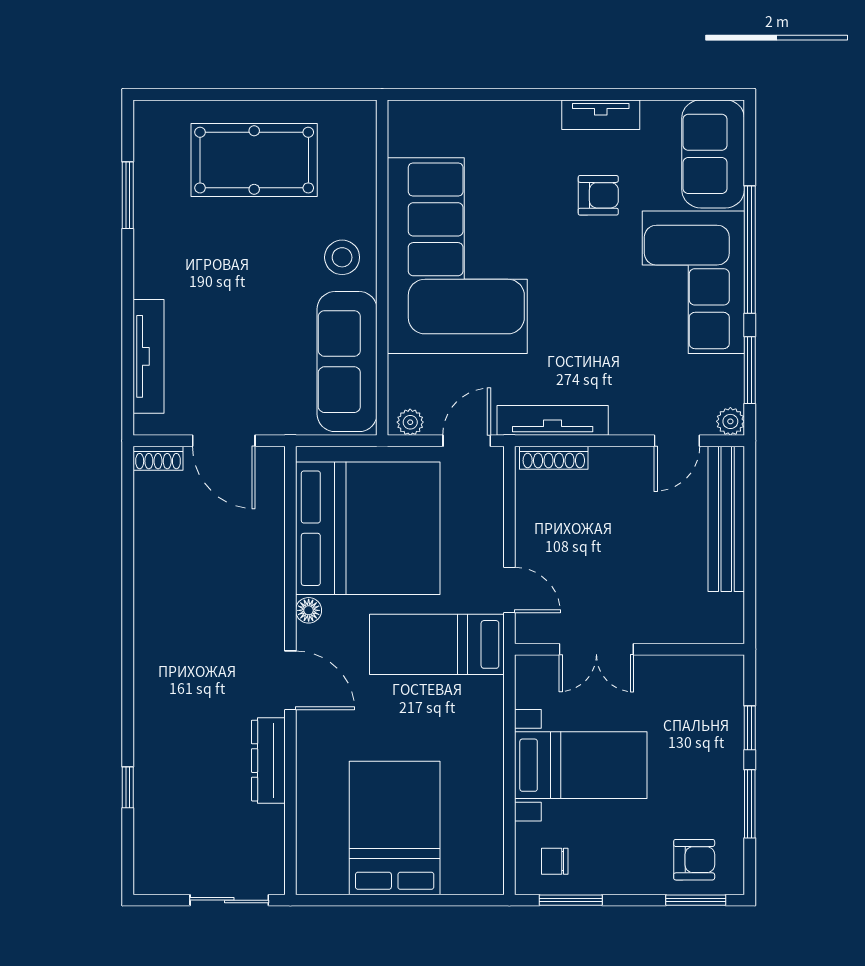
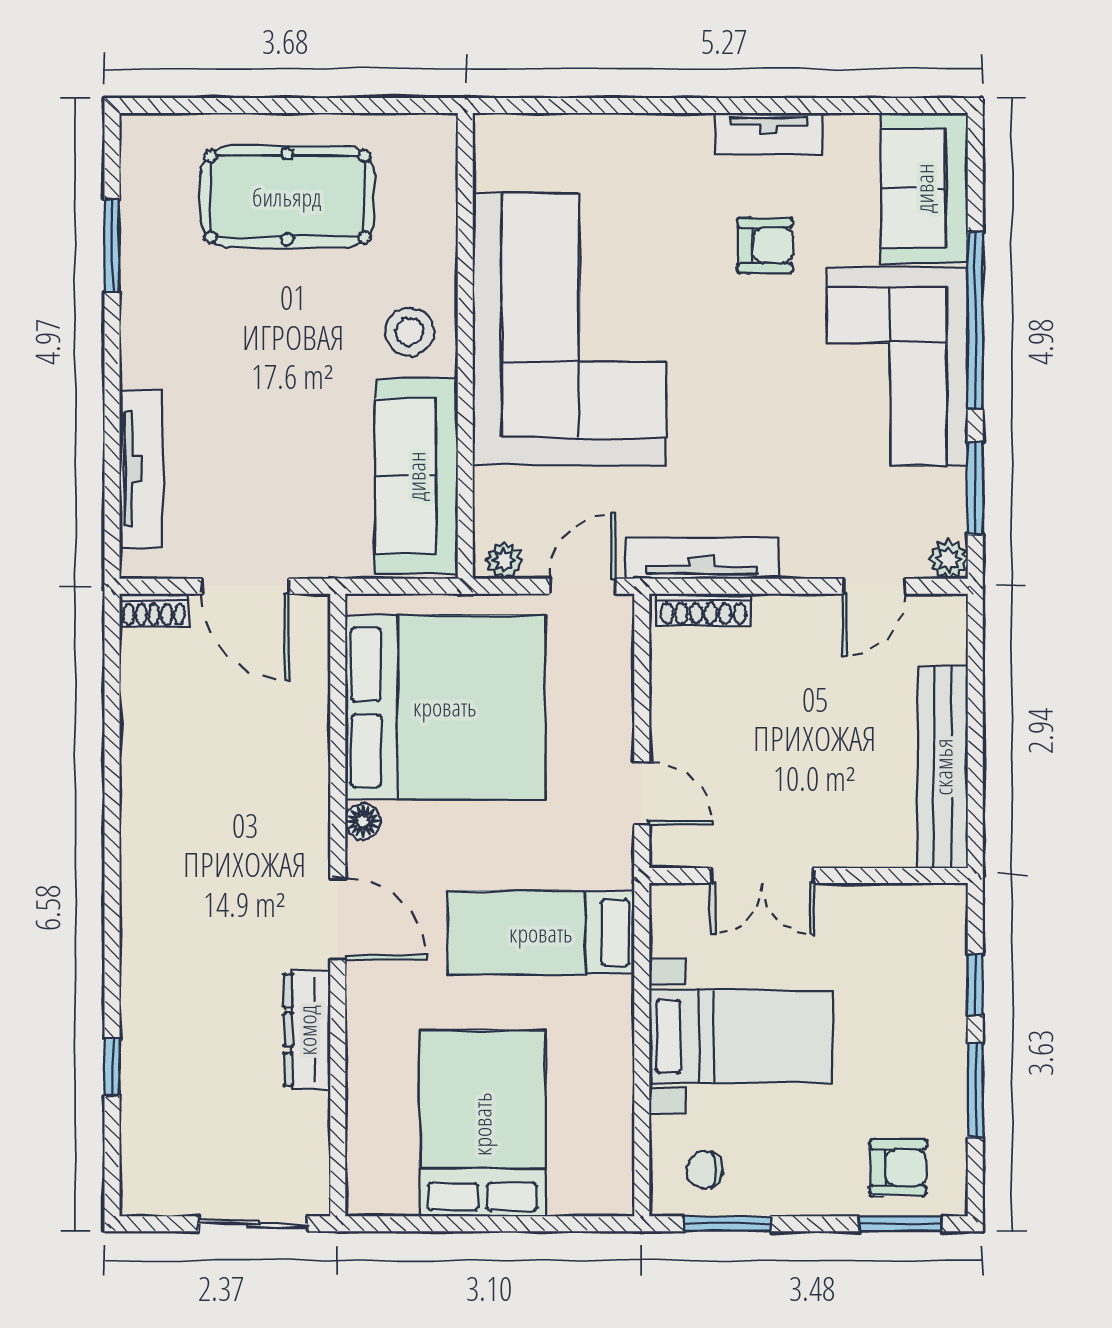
bench: (726, 519) -> (943, 767), moved
bed: (437, 644) -> (541, 933), moved

